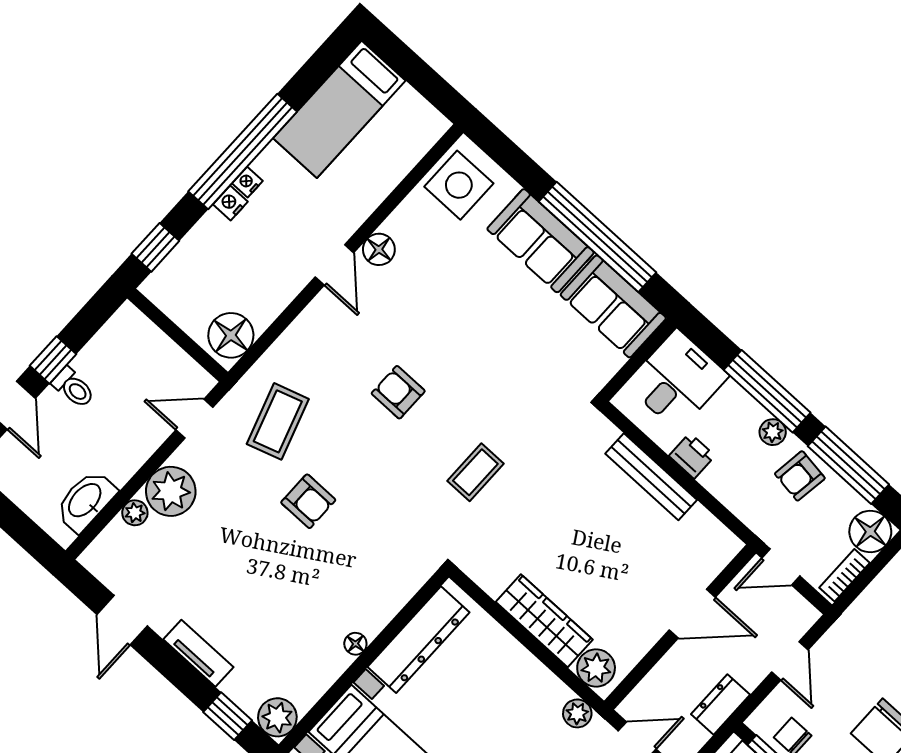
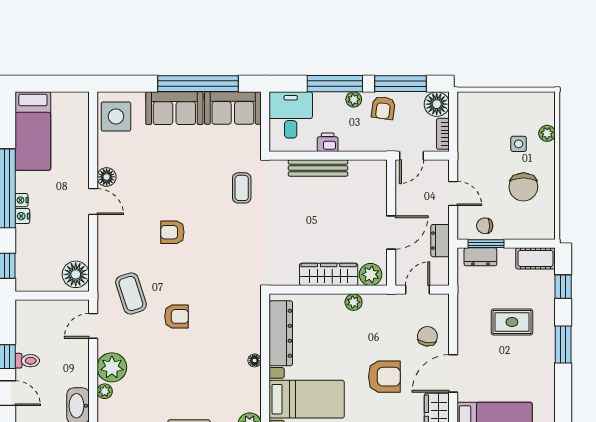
coffee table: (475, 472) -> (242, 188), moved
door: (692, 614) -> (391, 233), moved
plant: (577, 713) -> (354, 302), moved

